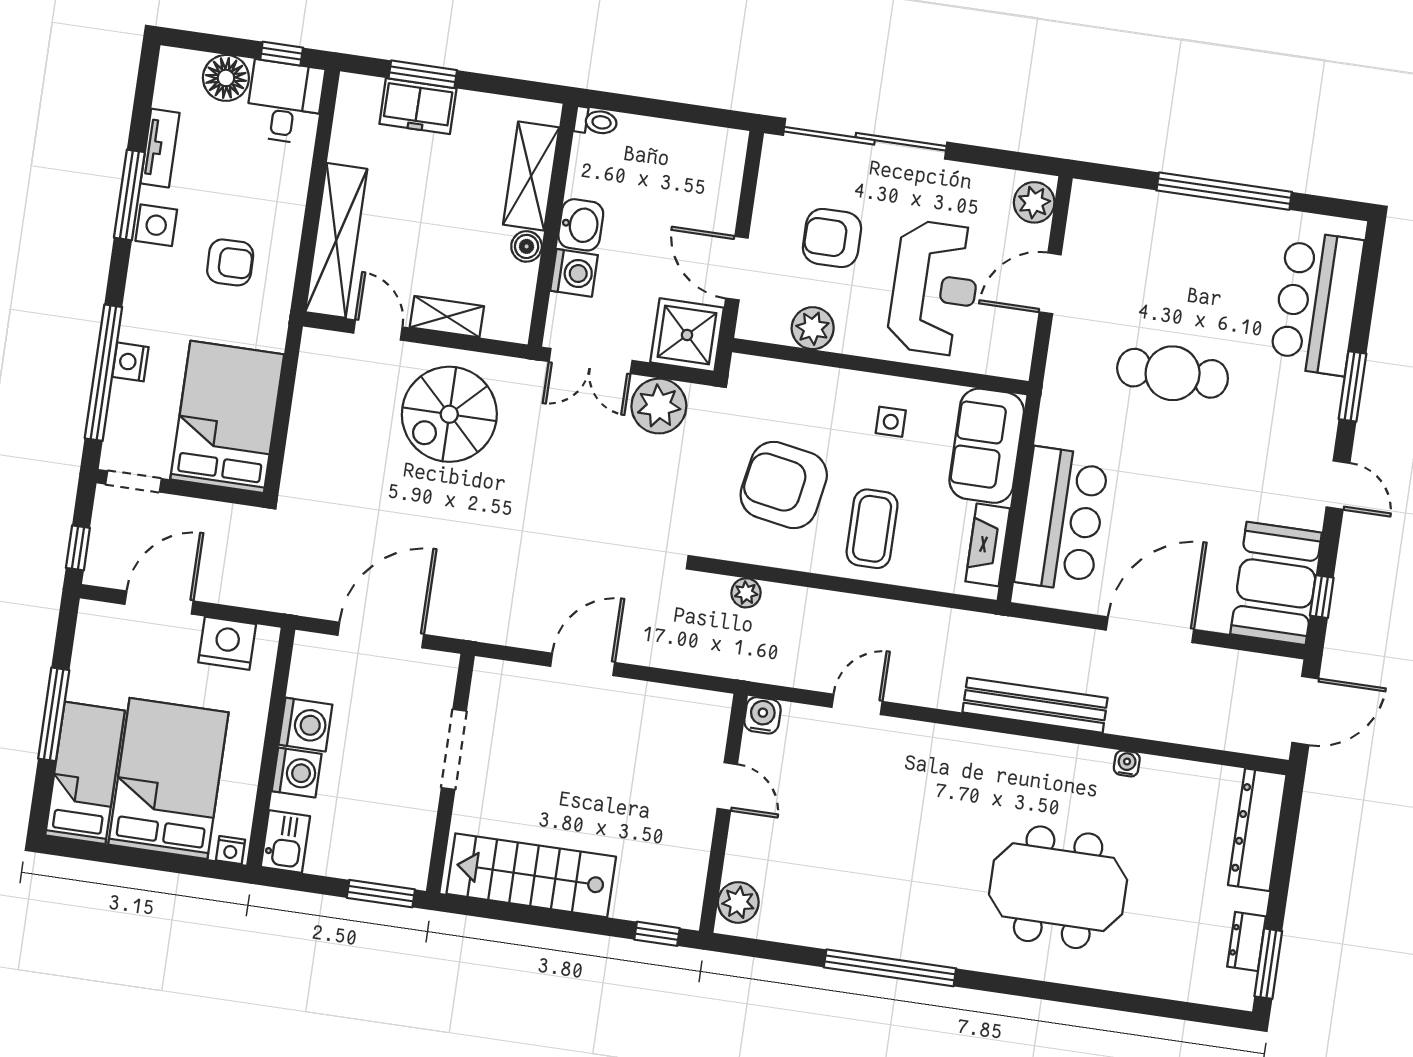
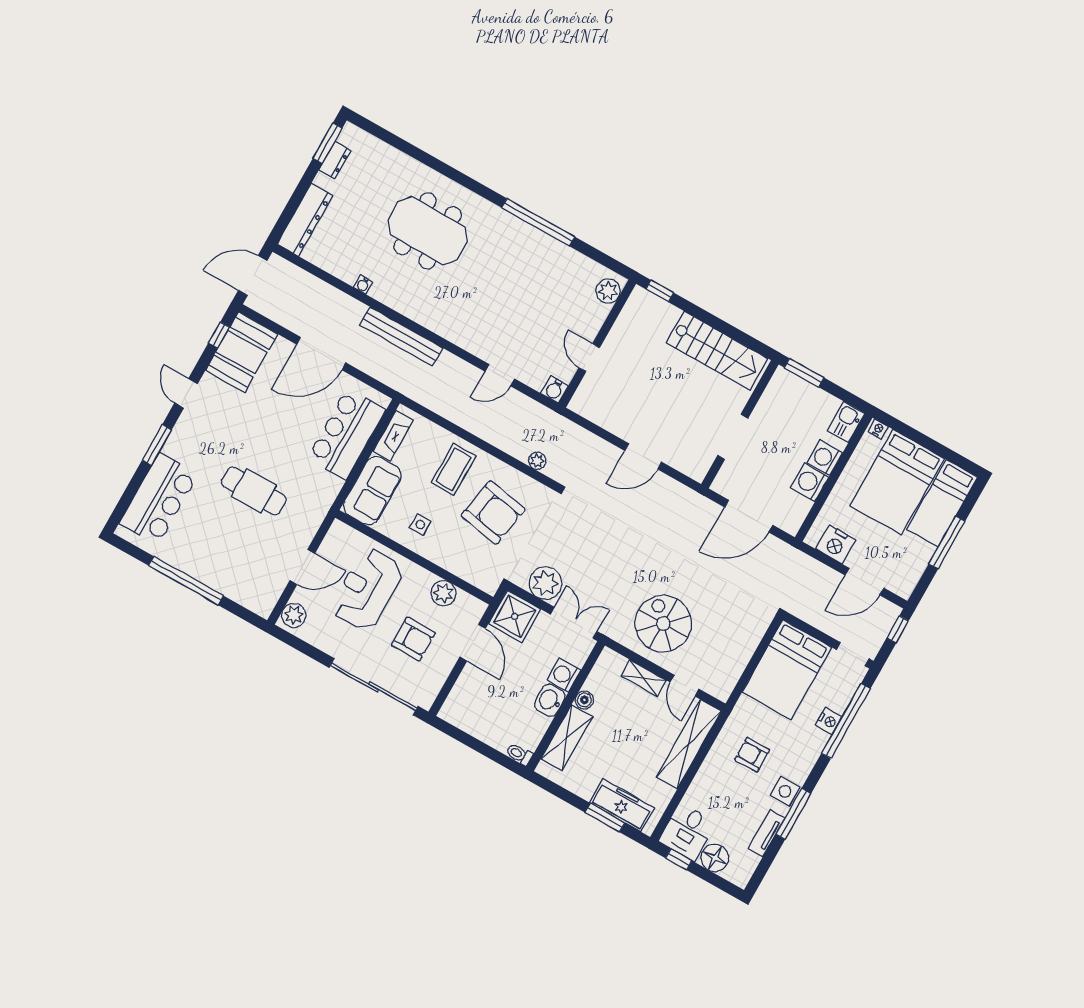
freezer: (418, 106) -> (622, 805), width x1.40
spiral stairs: (449, 414) -> (663, 624), turned -90

